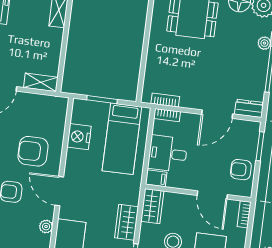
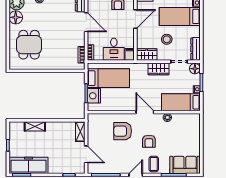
nightstand: (79, 137) -> (94, 96), moved, turned 90
armchair: (33, 151) -> (123, 131), turned 90
door: (59, 191) -> (145, 112), swing flipped

